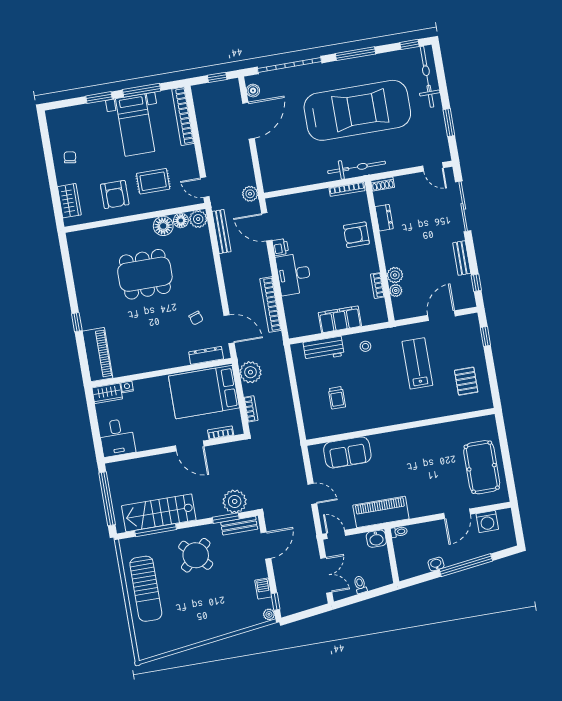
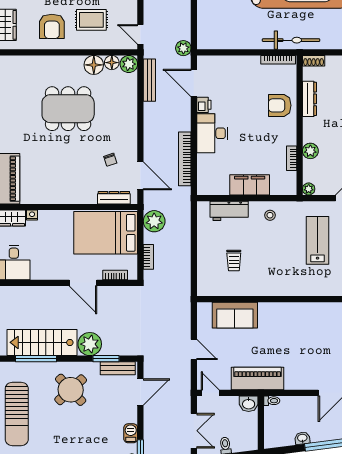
dresser: (384, 218) -> (309, 99), width x1.44
plant: (396, 290) -> (309, 189), moved
plant: (235, 501) -> (90, 344), moved

